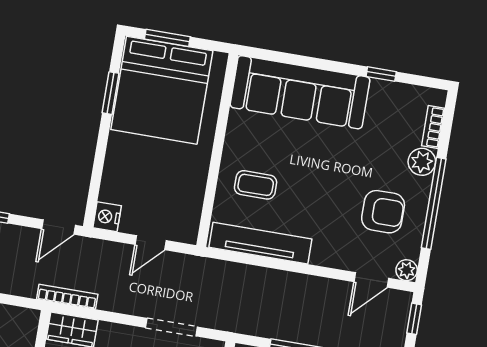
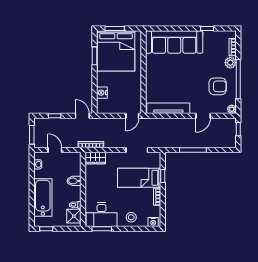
coffee table: (256, 185) -> (162, 84), removed
nightstand: (107, 217) -> (102, 93), moved
door: (58, 227) -> (82, 116), swing flipped
door: (151, 243) -> (132, 116), moved
door: (371, 280) -> (203, 116), moved

